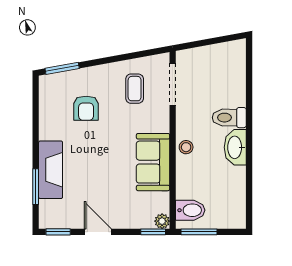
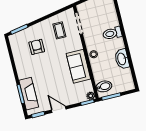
armchair: (86, 108) -> (37, 47), turned 180
washbasin: (235, 147) -> (122, 59), moved
fireplace: (51, 170) -> (29, 94), moved

